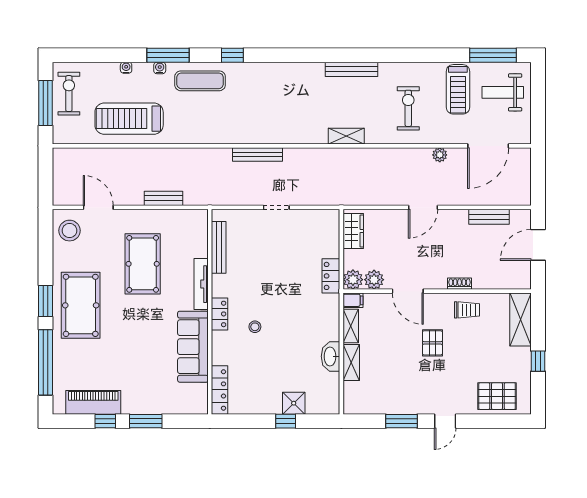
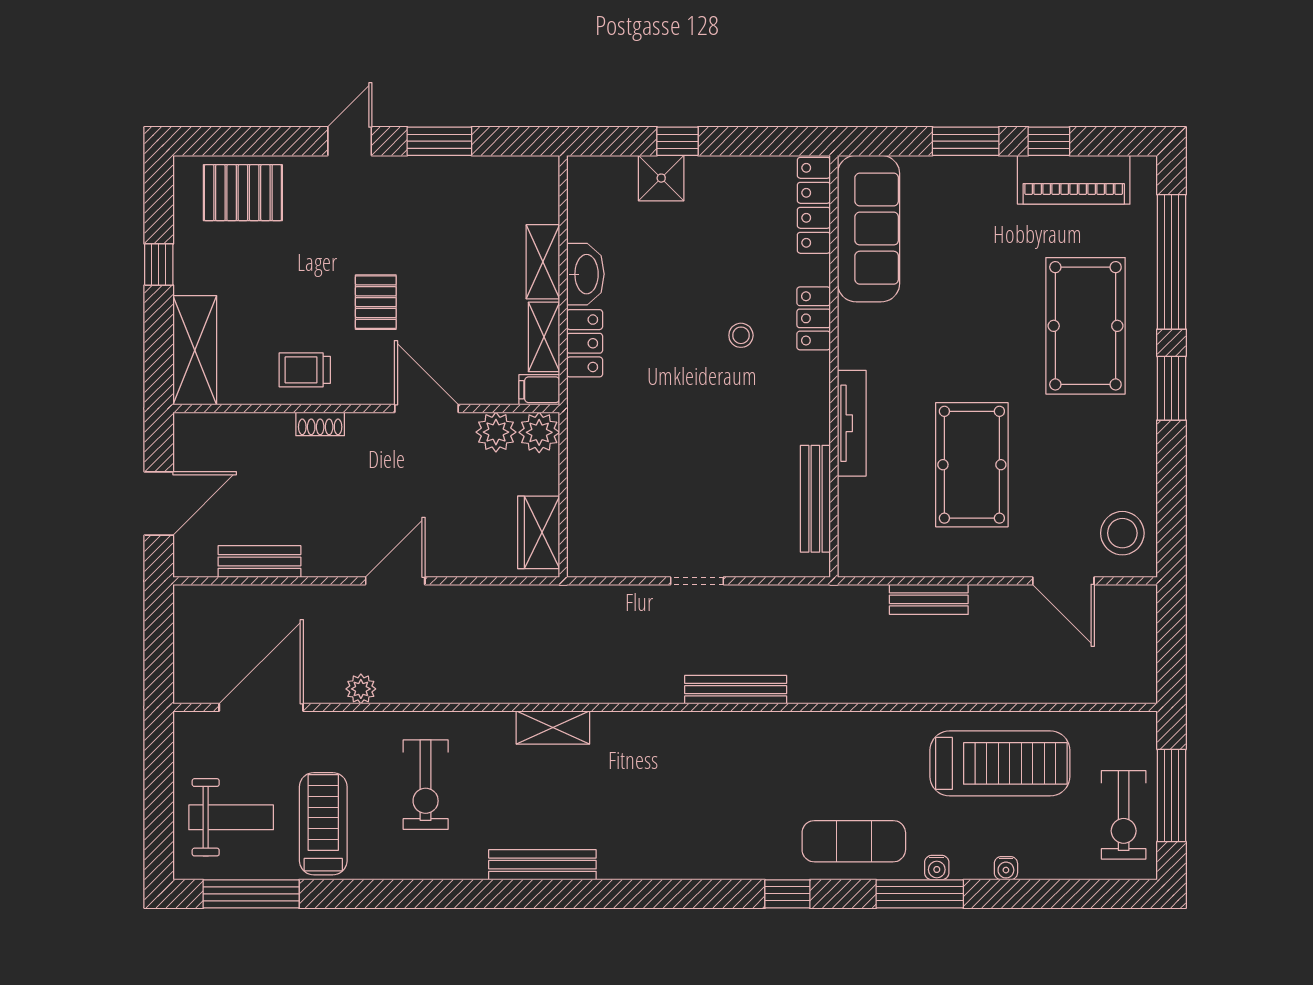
locker: (331, 276) -> (585, 343), moved
pool table: (81, 305) -> (1085, 326), moved
locker: (220, 314) -> (814, 318), moved
sofa: (193, 347) -> (869, 229), moved

